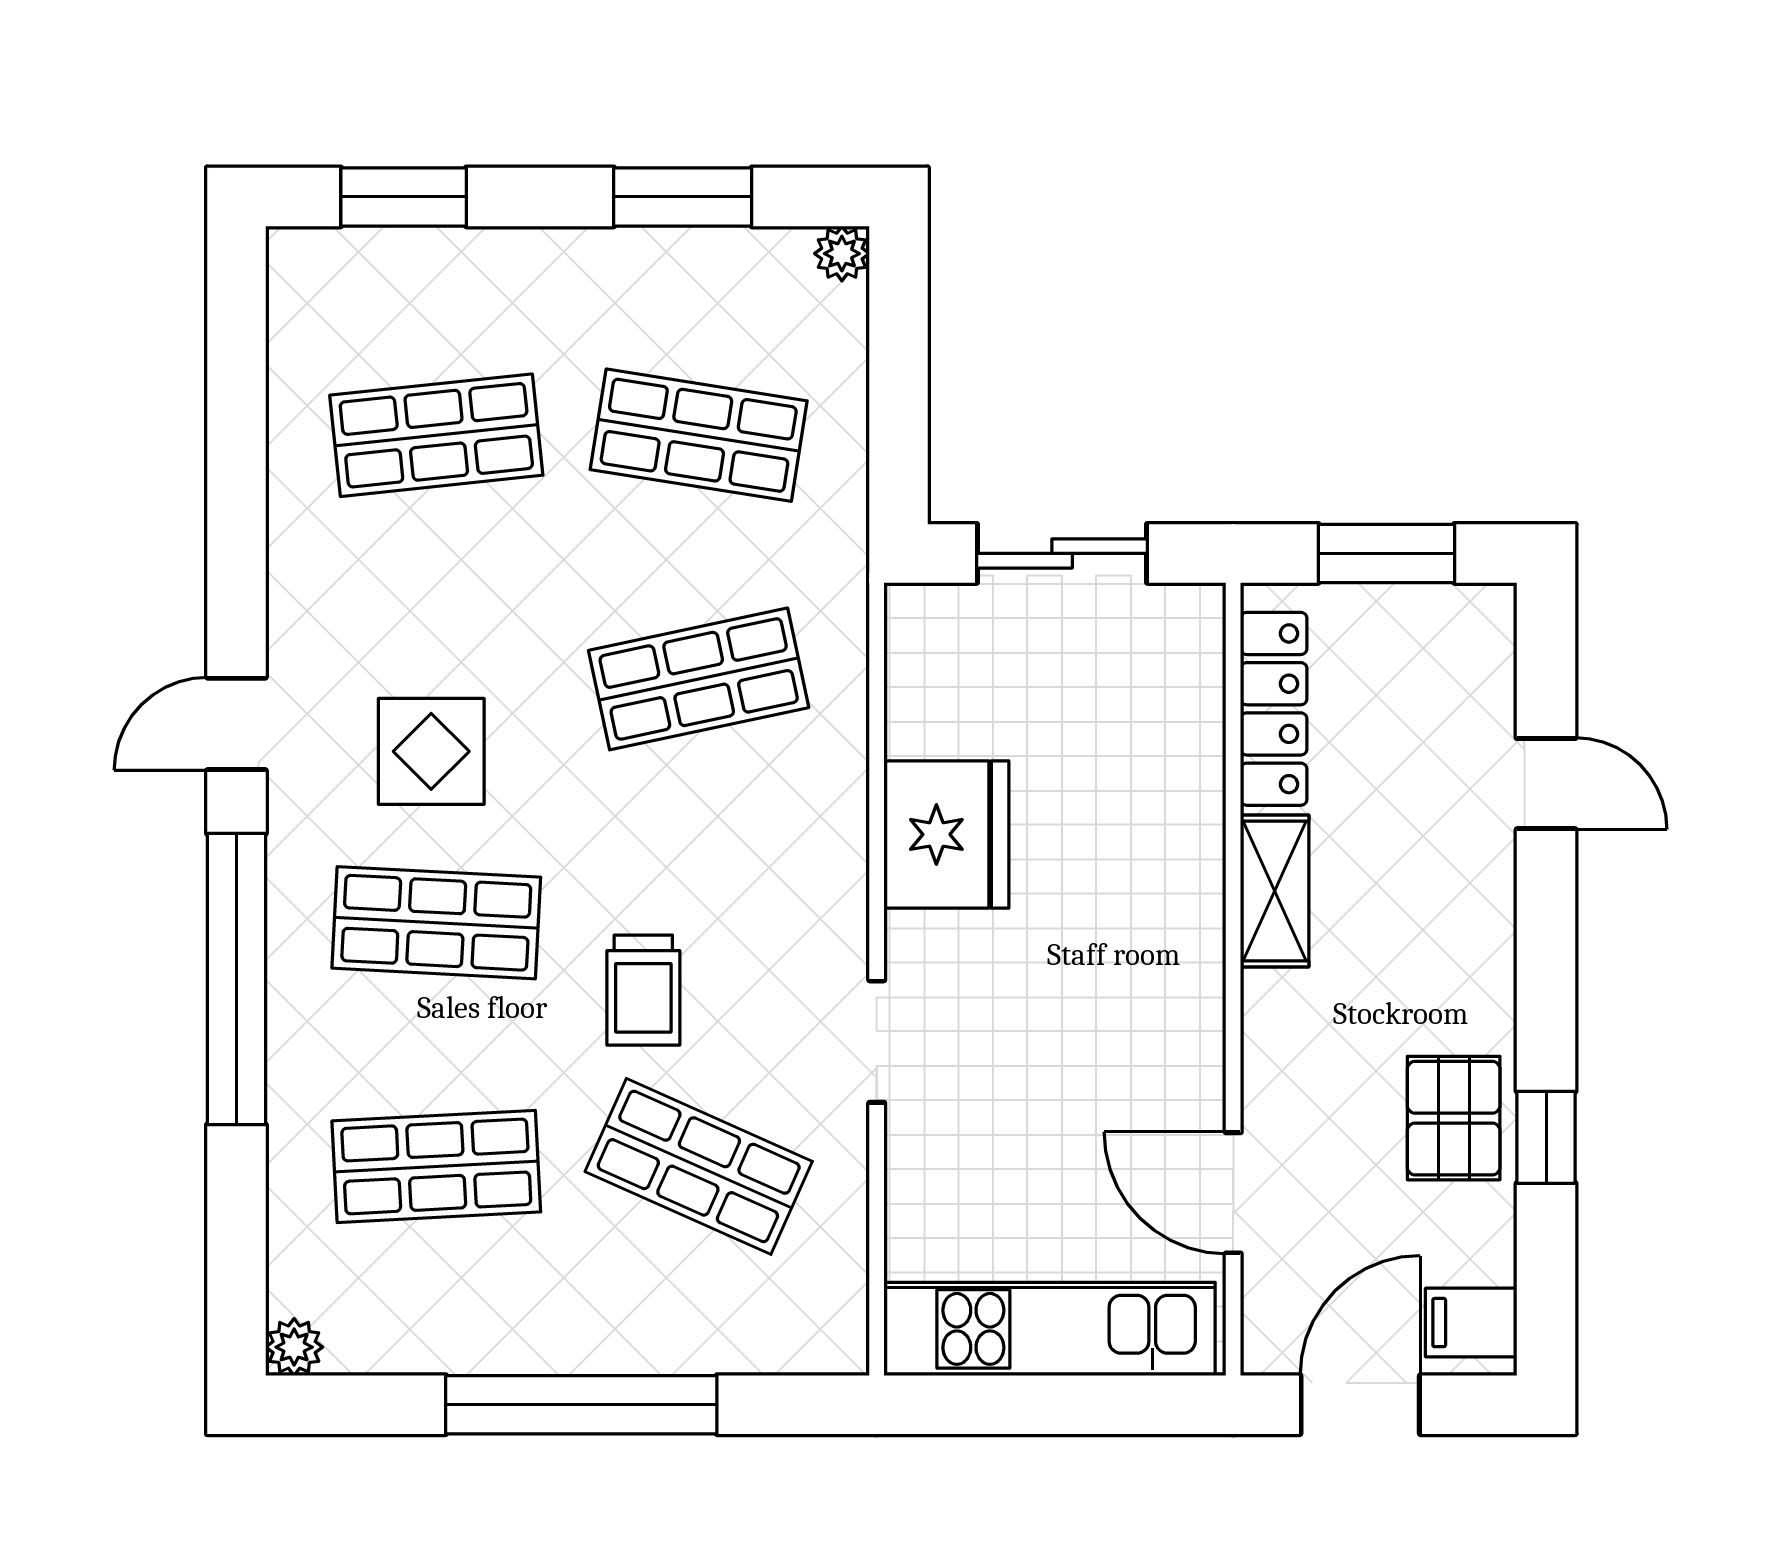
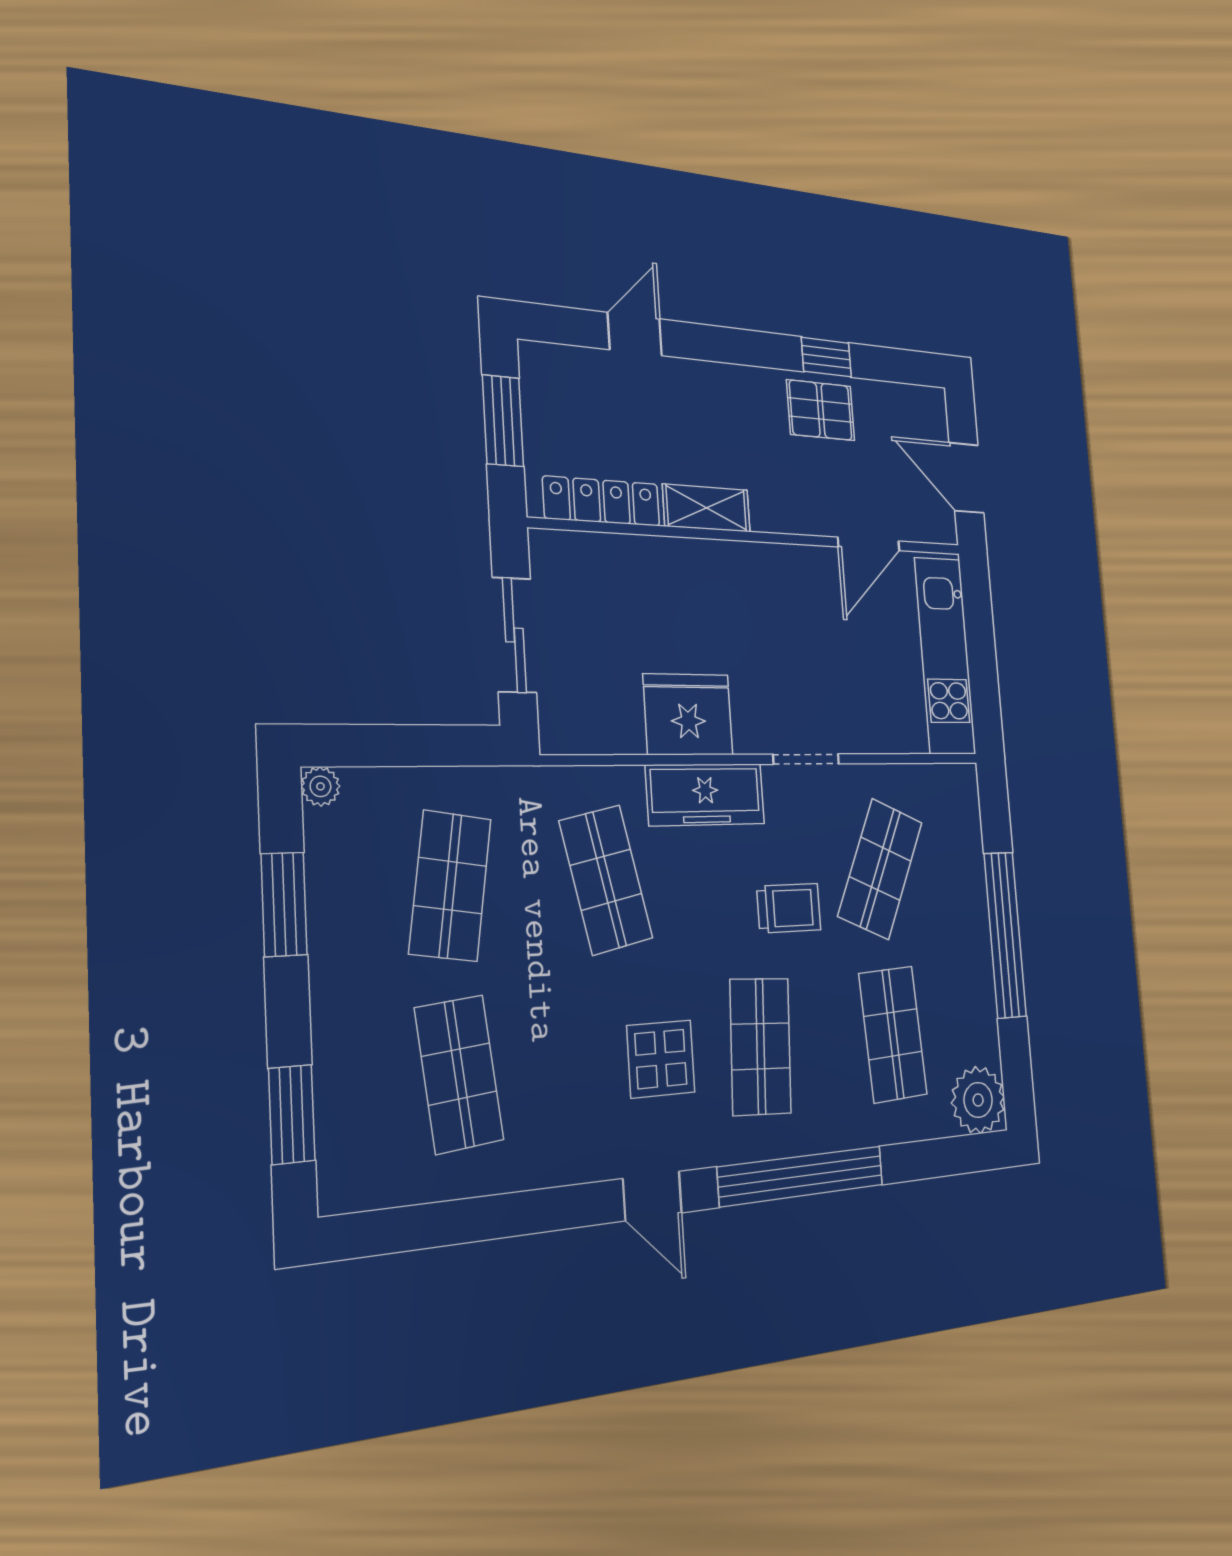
freezer: (823, 856) -> (705, 794), added
filing cabinet: (1471, 1323) -> (922, 411), removed
plant: (294, 1347) -> (978, 1100), width x1.88, depth x1.88

